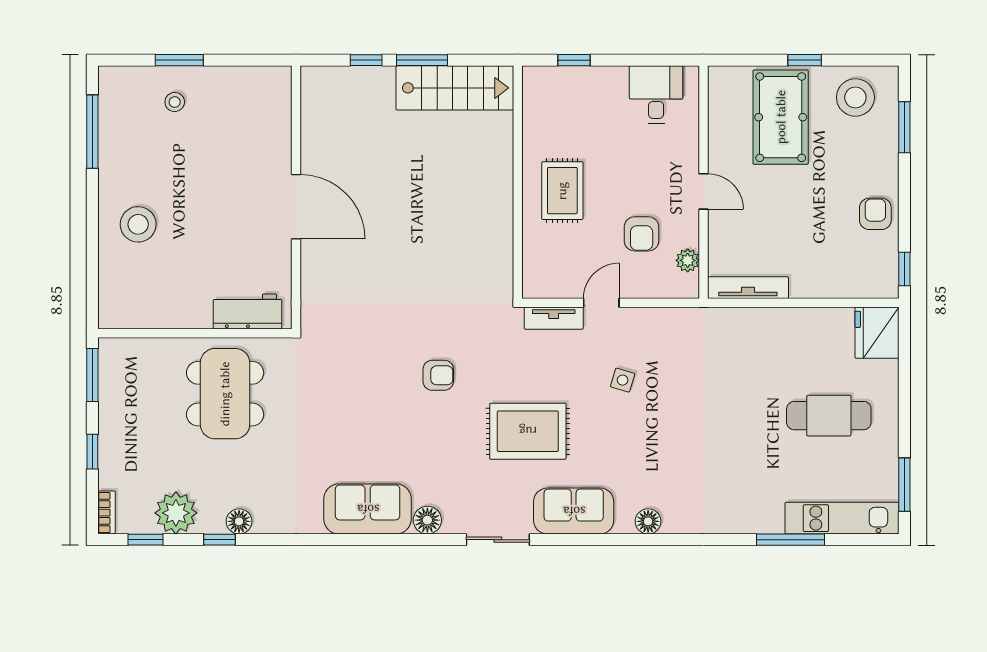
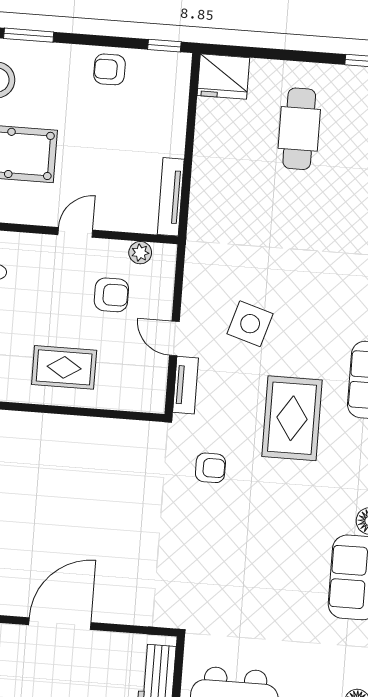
armchair: (438, 375) -> (210, 468), moved, turned 90
side table: (623, 380) -> (250, 324), width x1.87, depth x1.87

